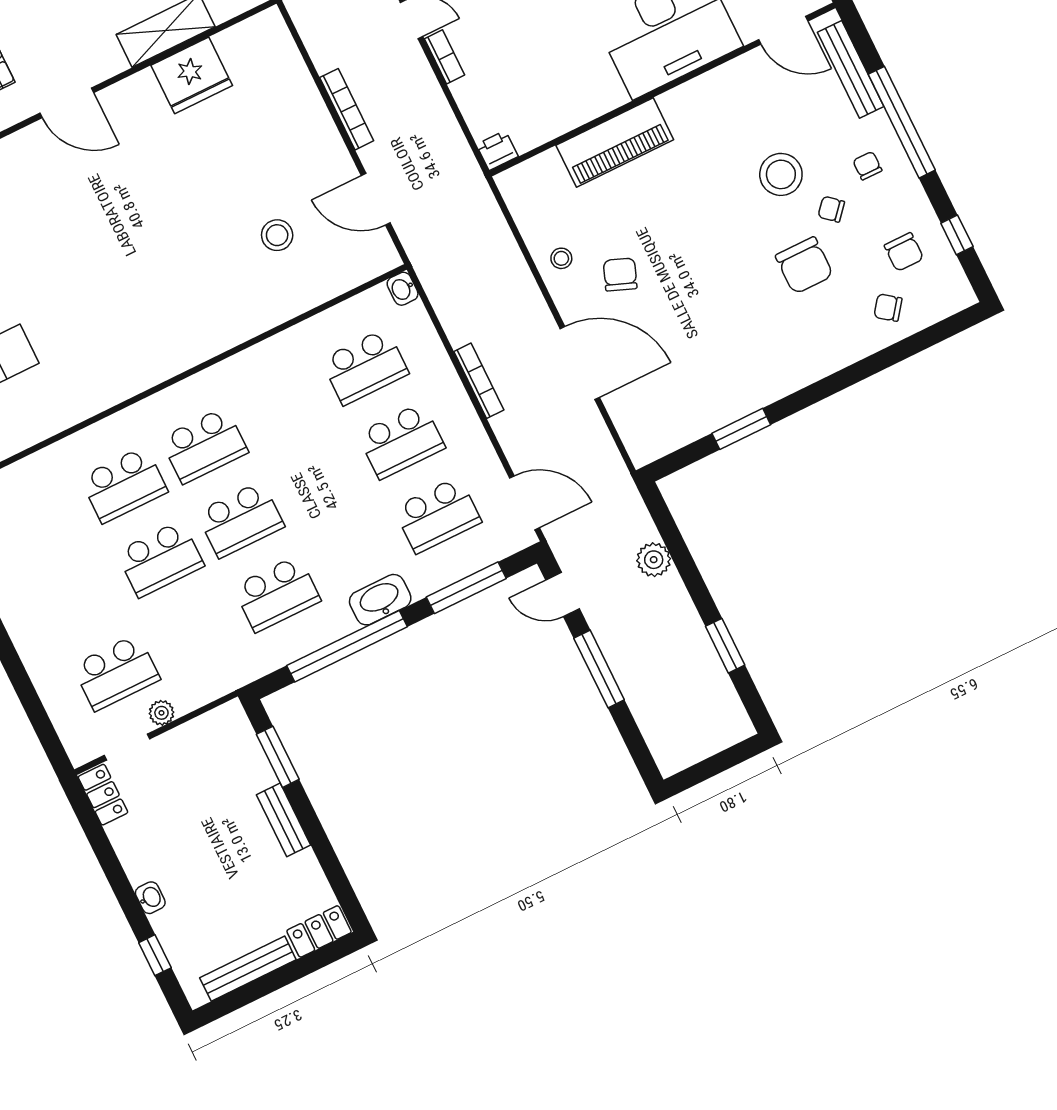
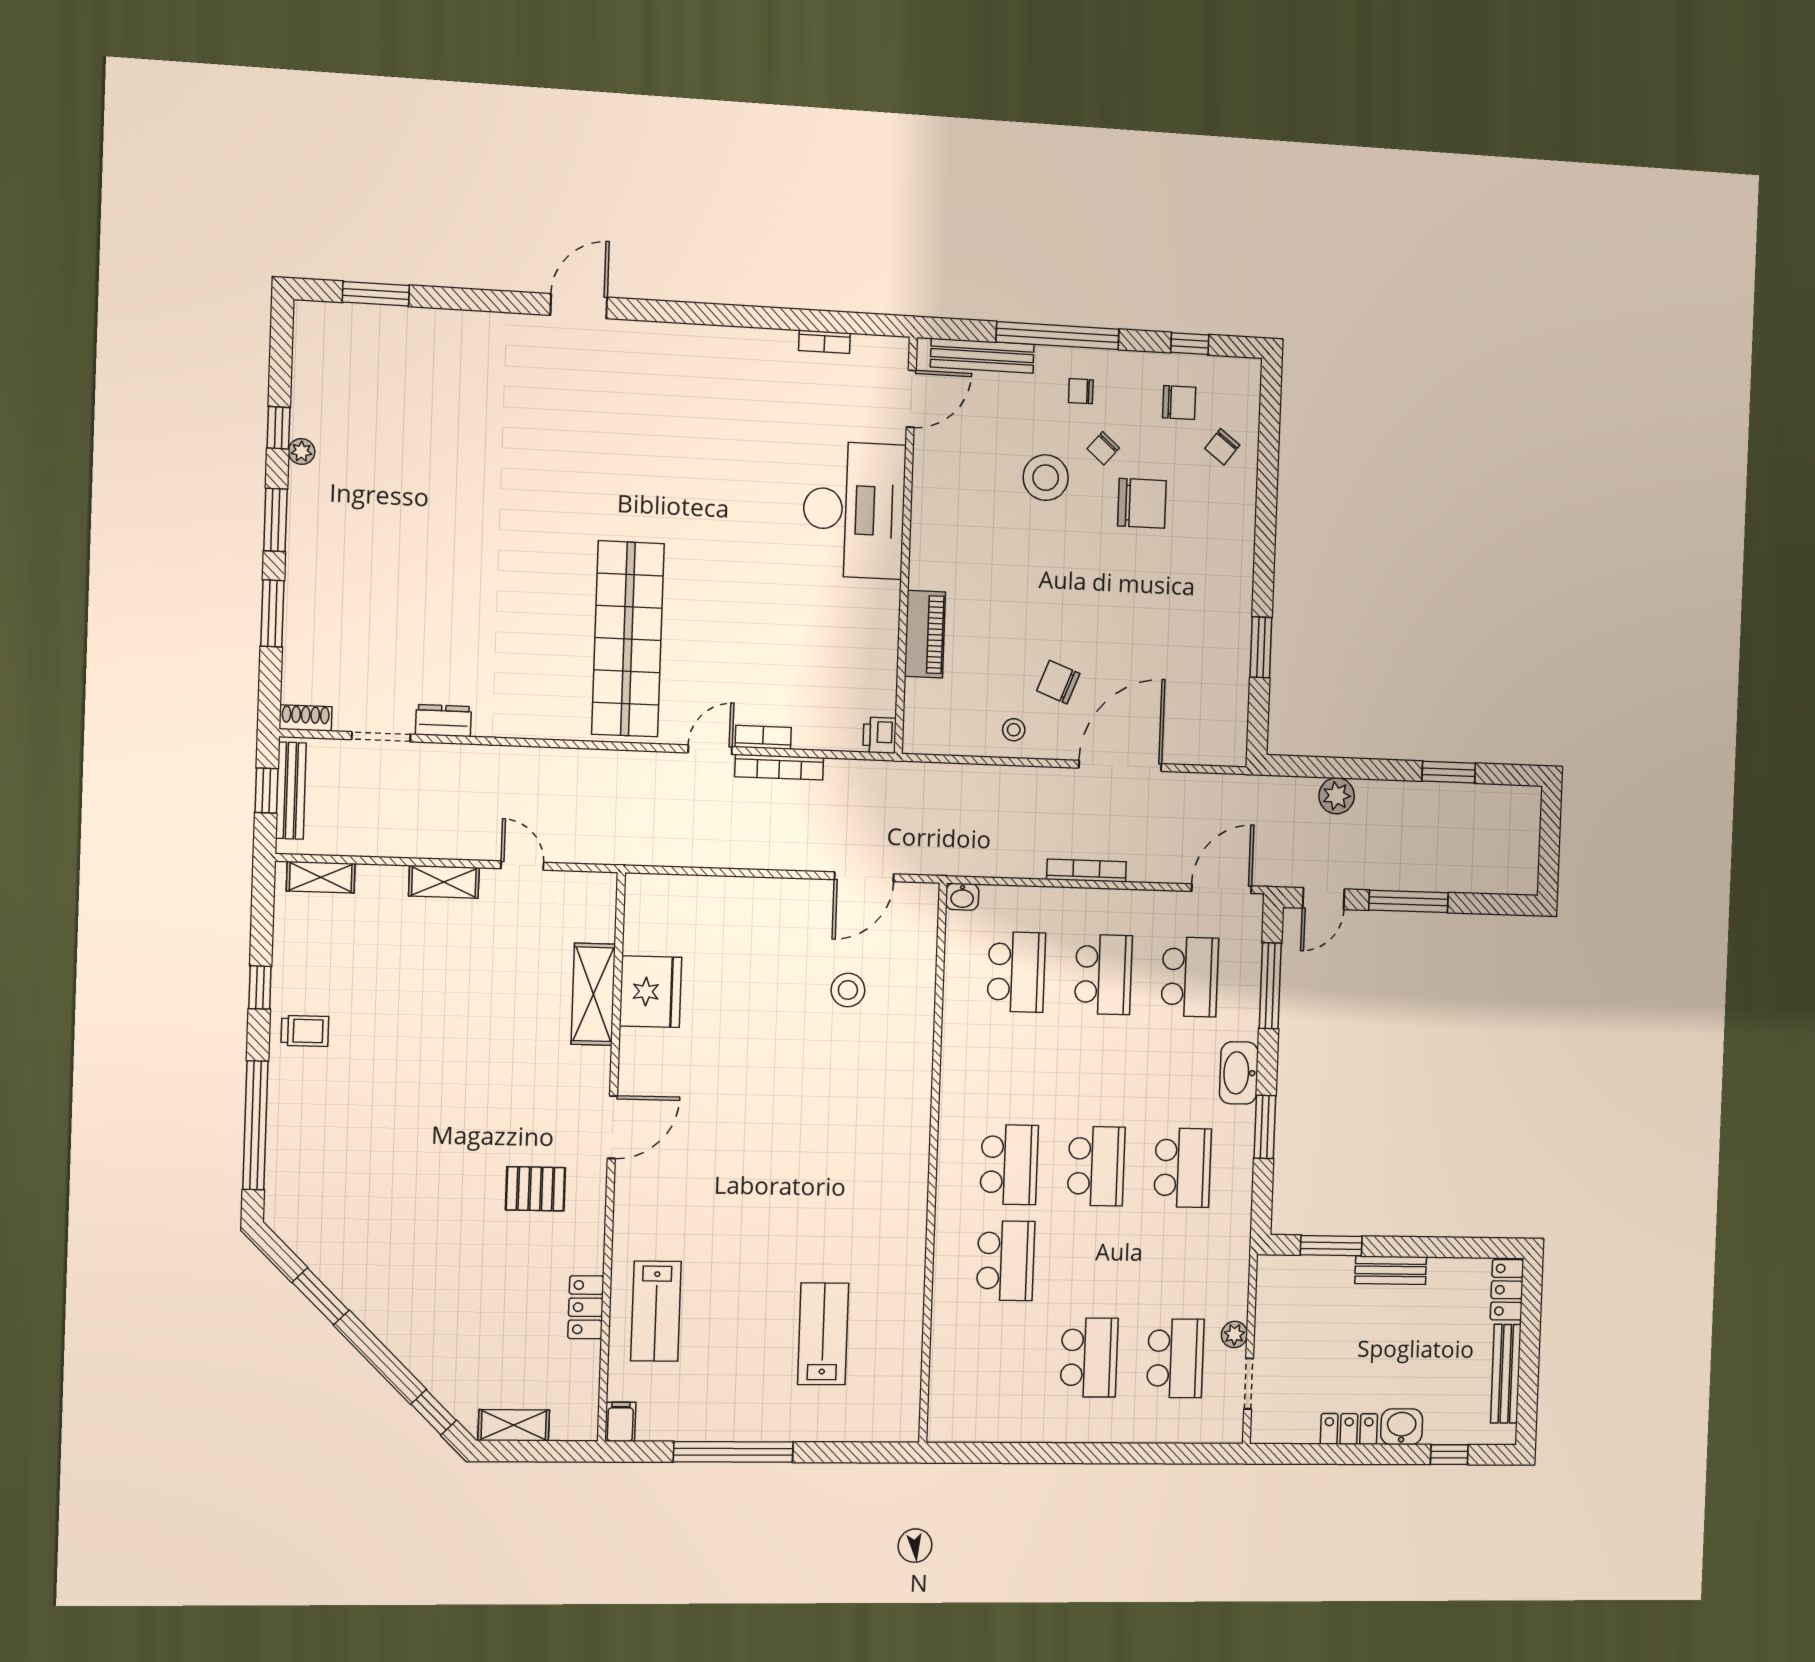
bookcase: (347, 109) -> (779, 767), moved, turned 180
piano: (615, 142) -> (925, 634), width x0.73, depth x0.75
school desk: (160, 559) -> (1089, 1357), moved
window: (347, 646) -> (1265, 1127), width x0.47
locker: (103, 795) -> (1349, 1429), moved
washbasin: (150, 898) -> (1402, 1427), width x1.38, depth x1.45

